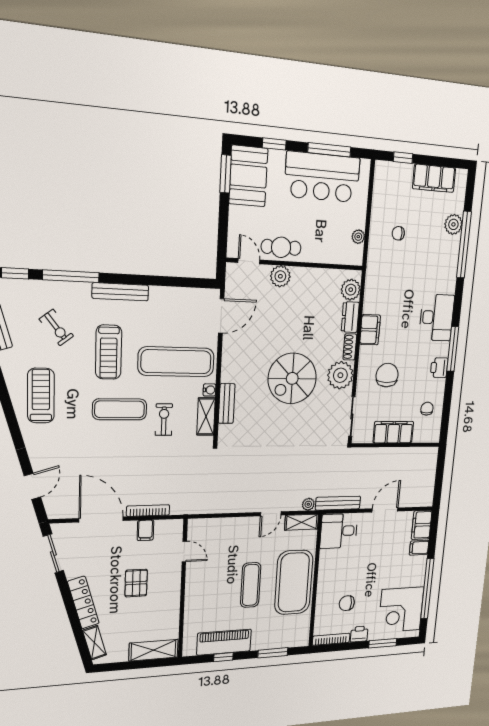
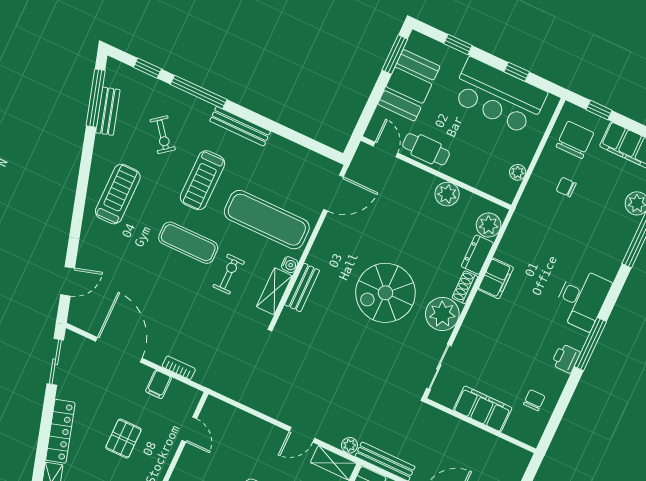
window: (329, 150) -> (517, 72), width x0.46
booth: (248, 176) -> (409, 85), moved
plant: (280, 276) -> (447, 194), moved
chair: (387, 375) -> (575, 140), moved
bookcase: (148, 511) -> (179, 368), width x0.64

